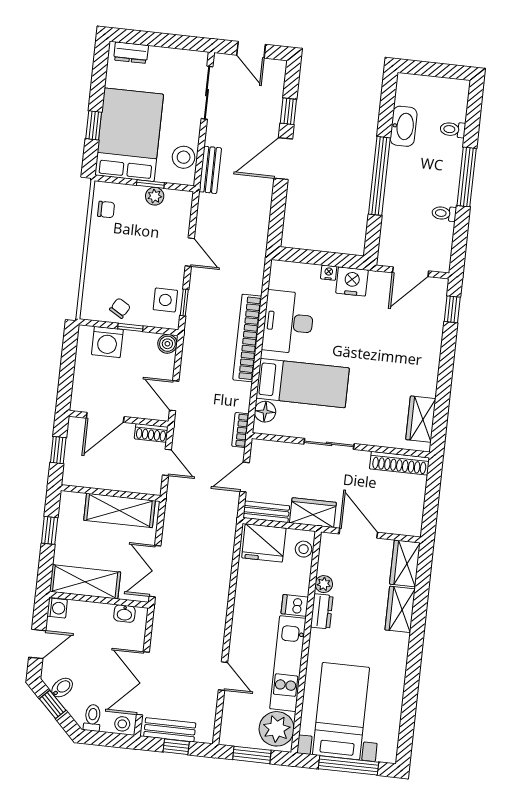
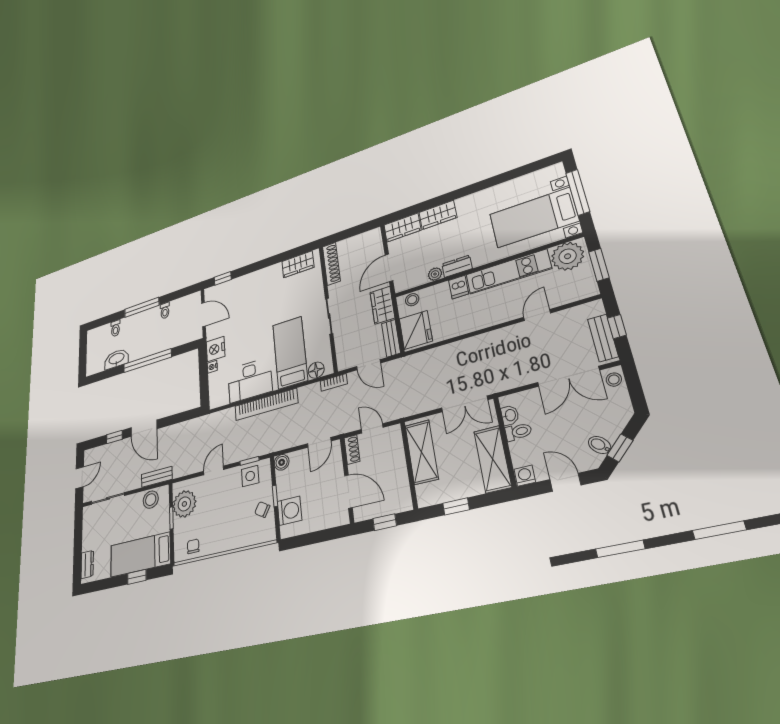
bed: (129, 135) -> (140, 555), width x0.67
plant: (155, 196) -> (184, 504), width x1.87, depth x1.87
door: (167, 462) -> (372, 428), hinge flipped
toilet: (92, 718) -> (518, 432), moved, turned 180

